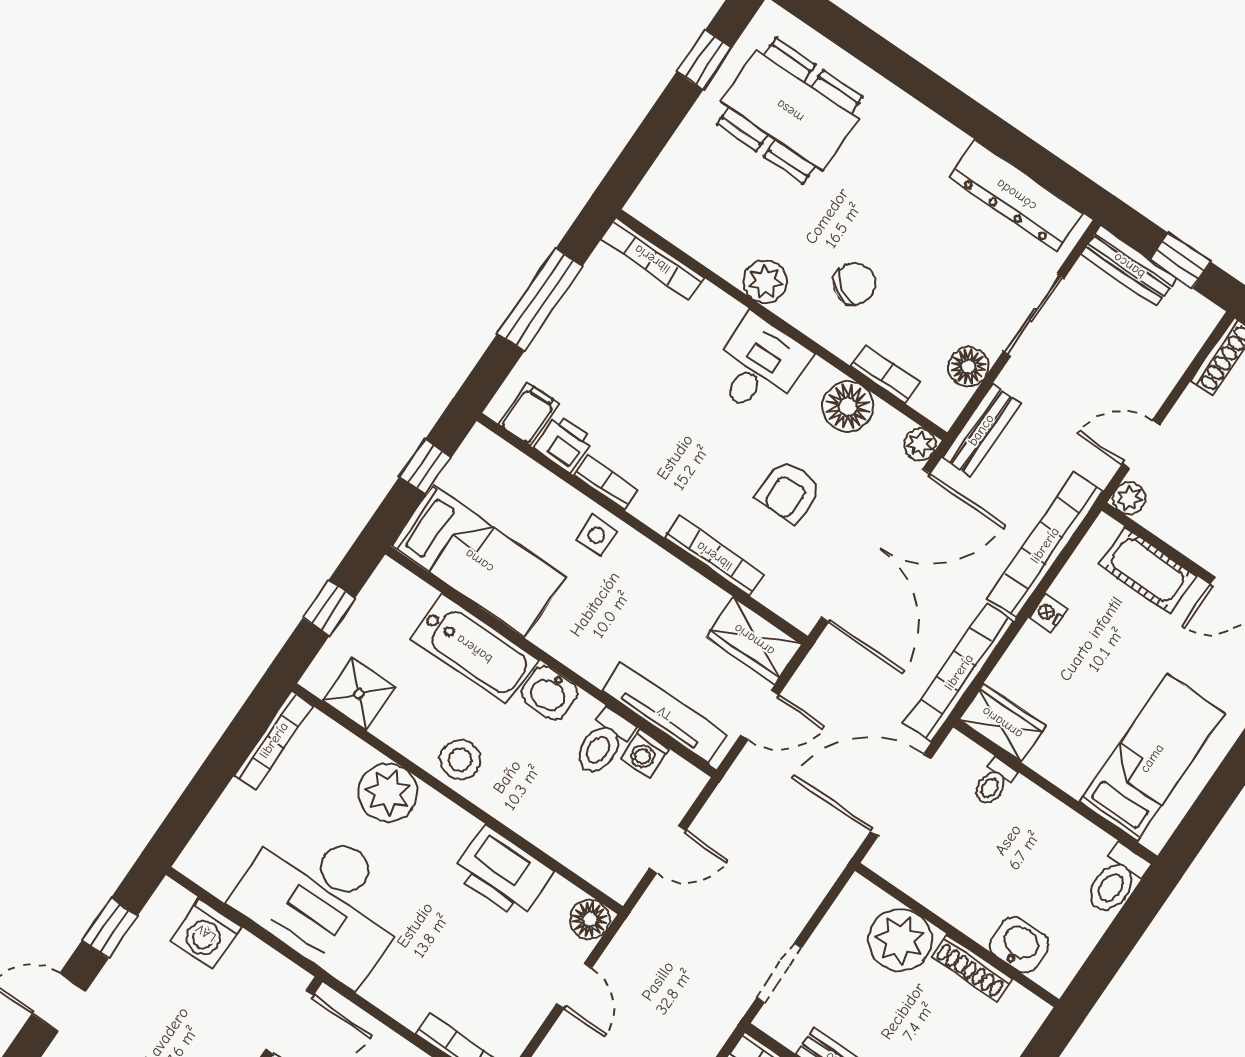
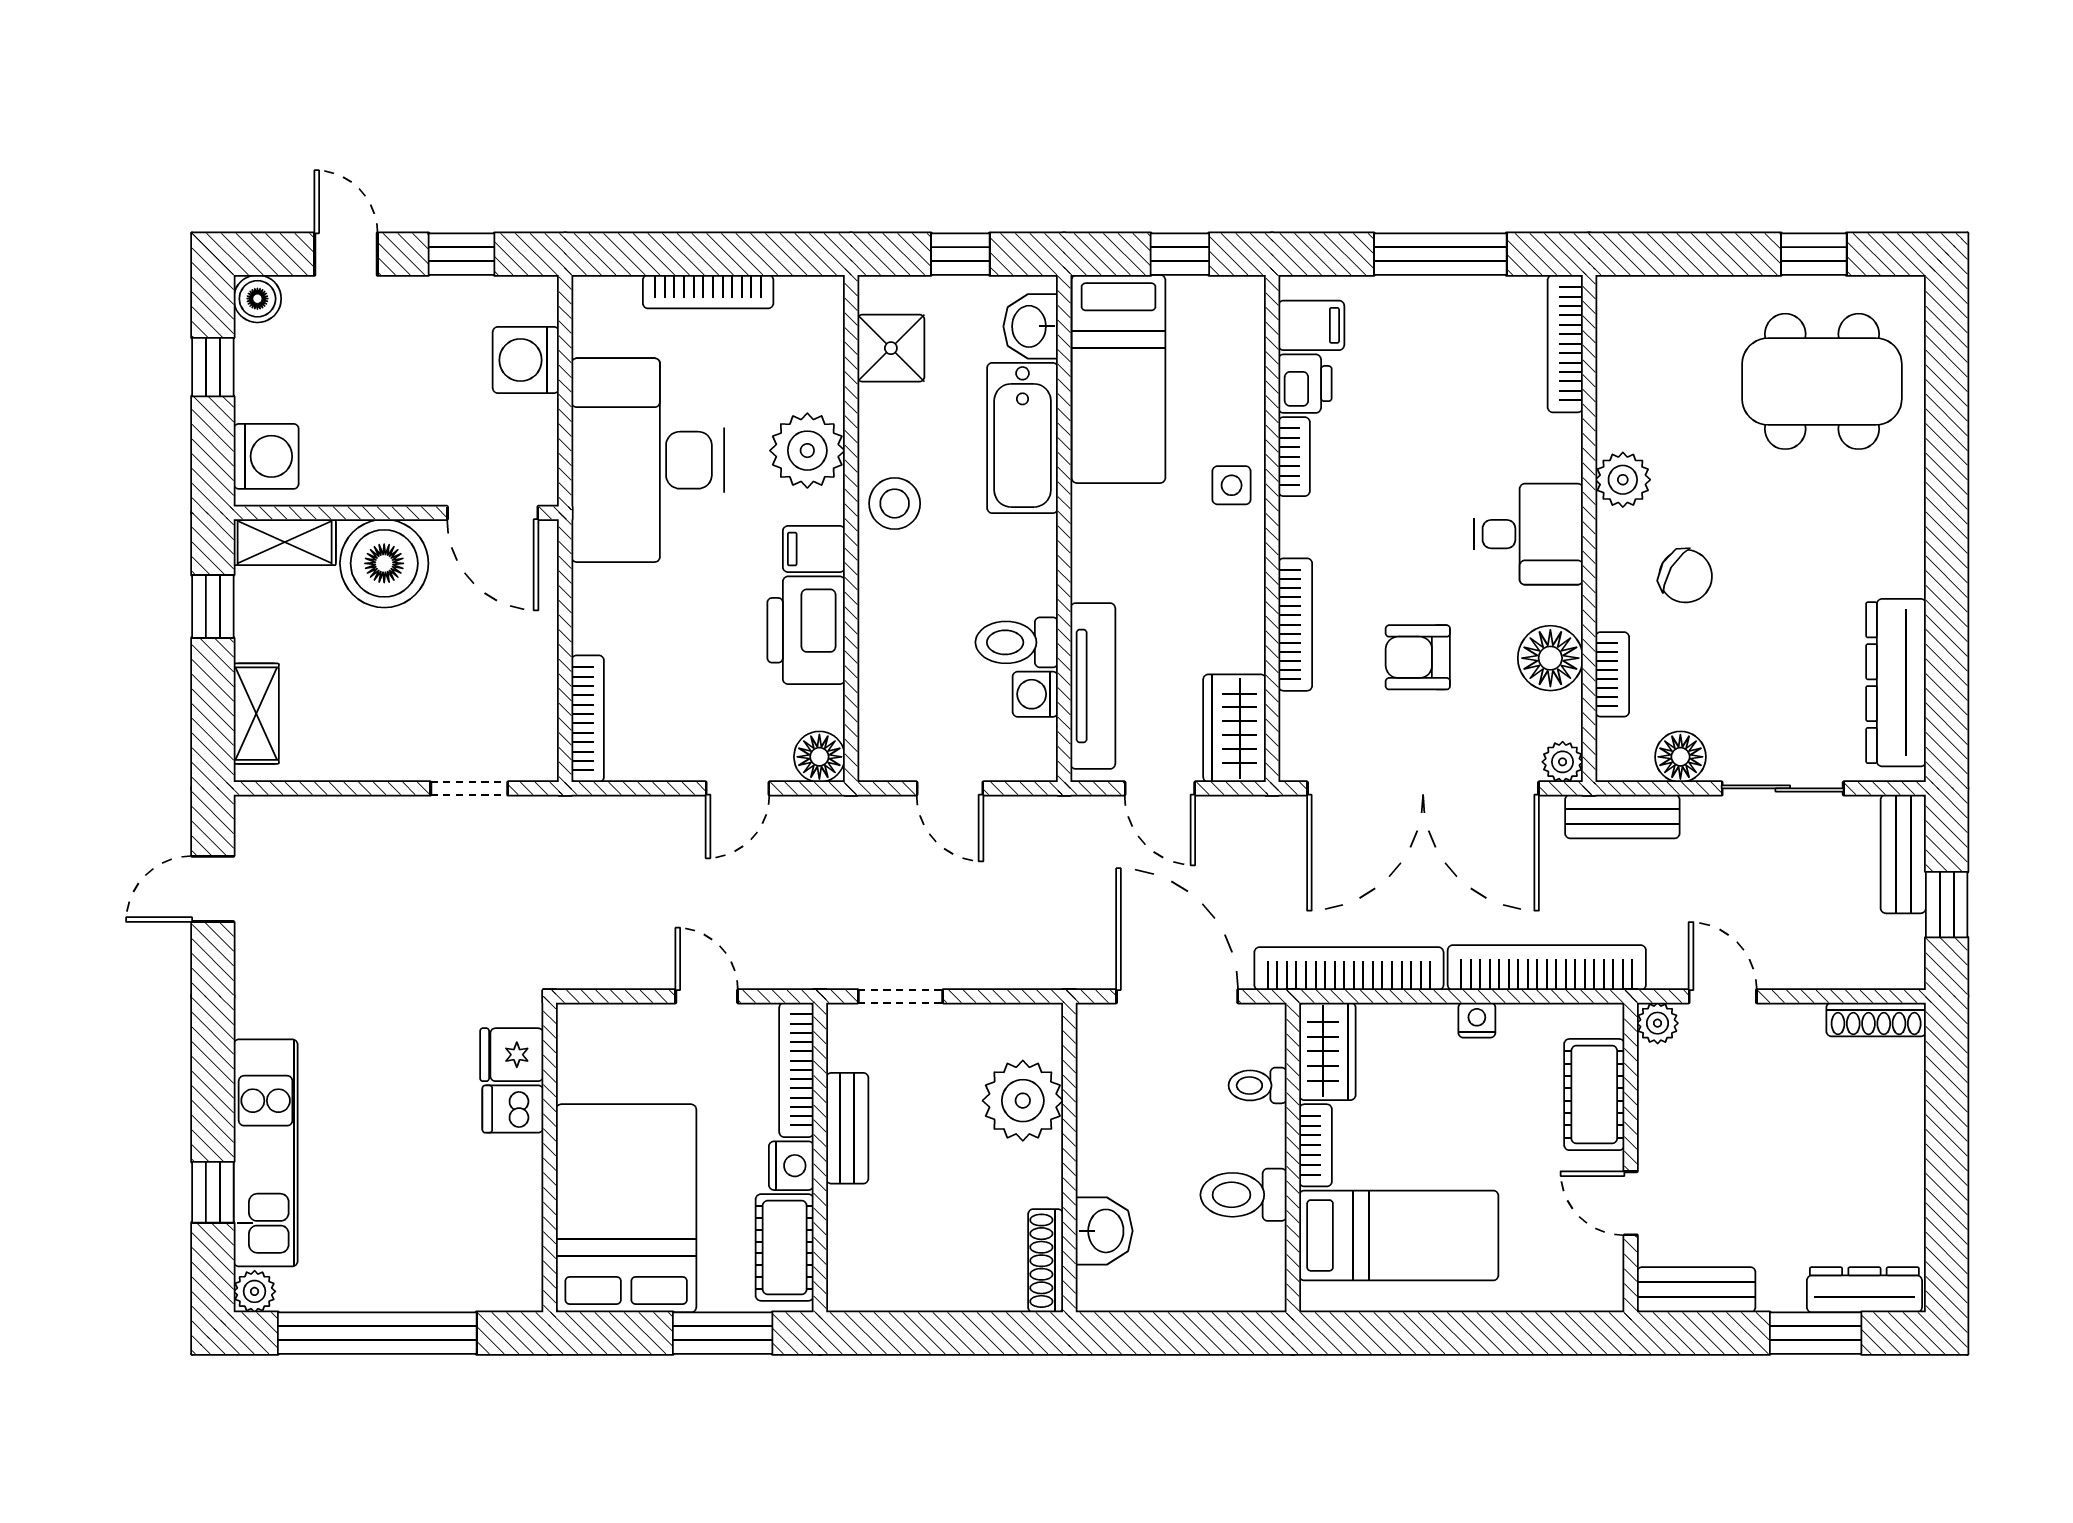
dining table: (790, 111) -> (1822, 381), turned 90
washbasin: (550, 693) -> (1031, 326), moved
bookcase: (274, 740) -> (708, 292), moved
bookcase: (1057, 772) -> (1316, 1145), added
filing cabinet: (454, 832) -> (814, 549), added
toilet: (1116, 880) -> (1244, 1195), moved
shoe rack: (972, 968) -> (1046, 1261), moved

